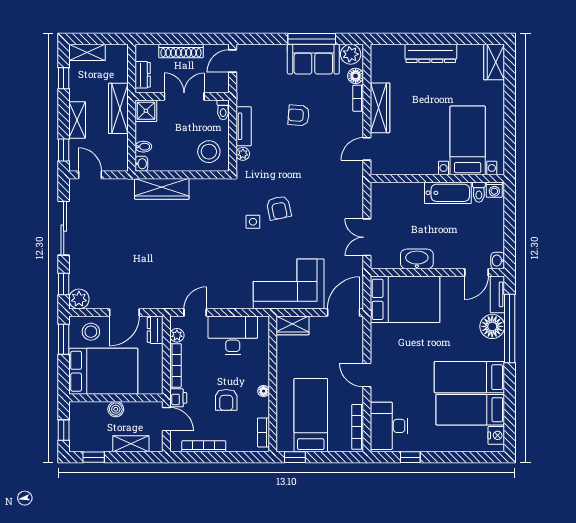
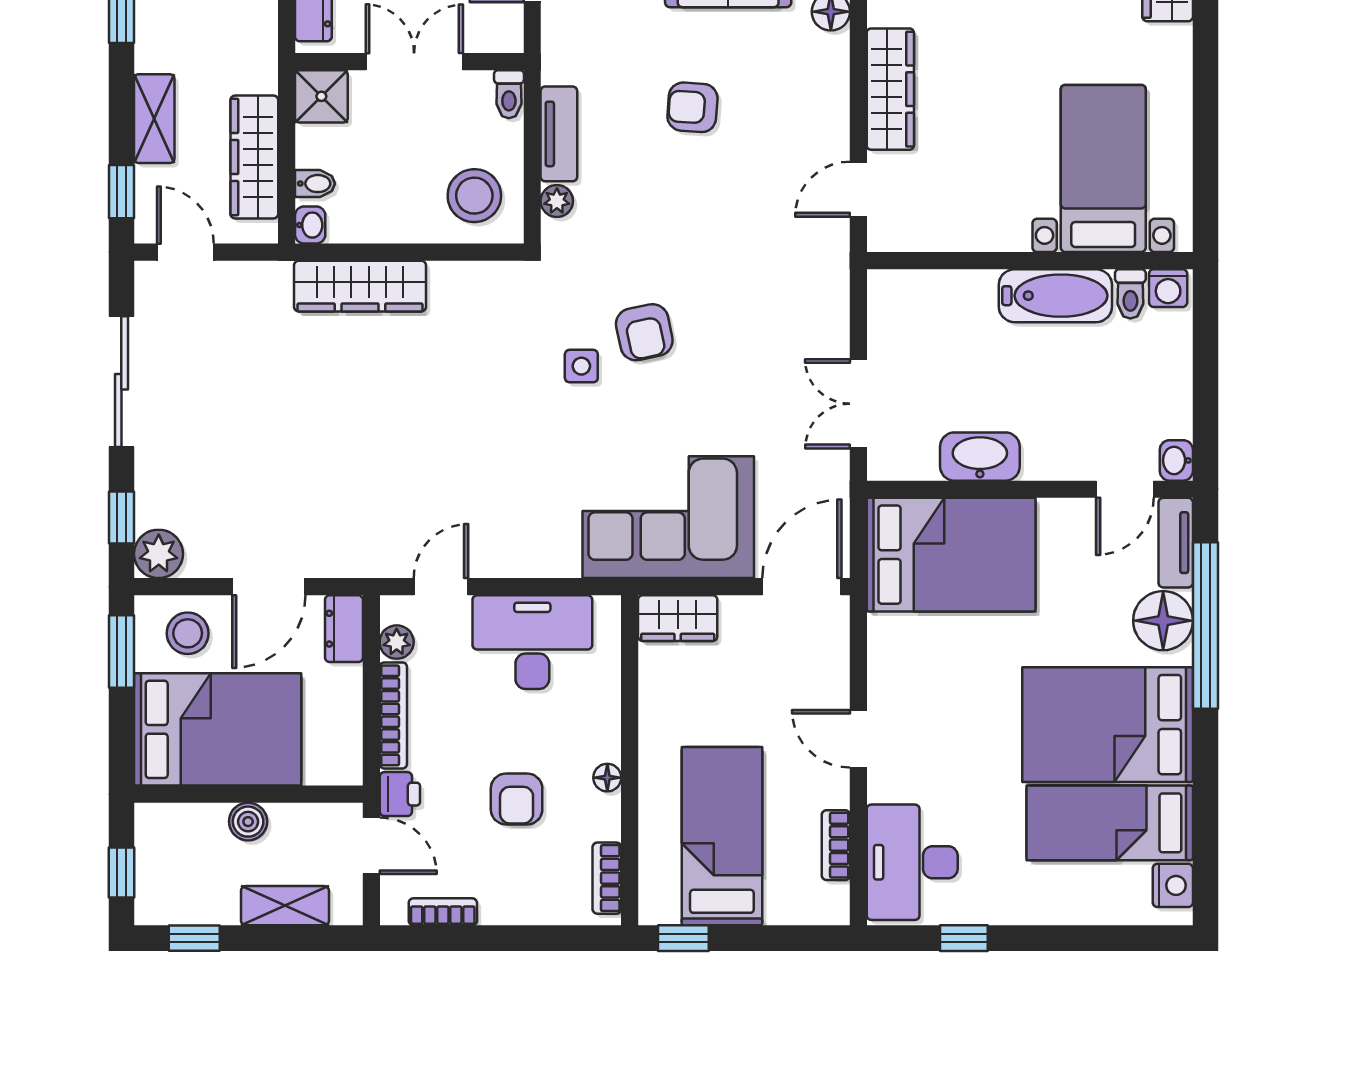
bookcase: (358, 98) -> (837, 66), removed
wardrobe: (118, 108) -> (254, 157), moved
bed: (469, 377) -> (1108, 725), width x1.50
bookcase: (358, 427) -> (836, 845), width x0.64
bookcase: (204, 446) -> (443, 912), width x0.64

